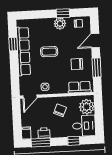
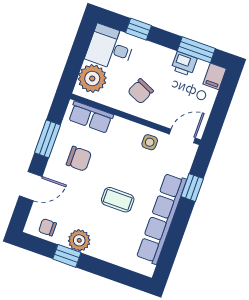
window: (13, 44) -> (192, 188), moved

